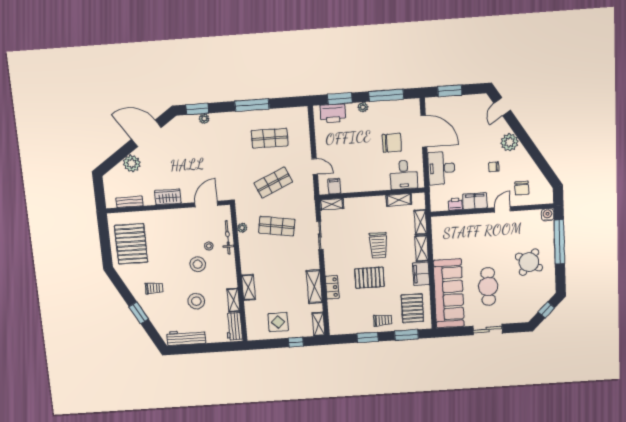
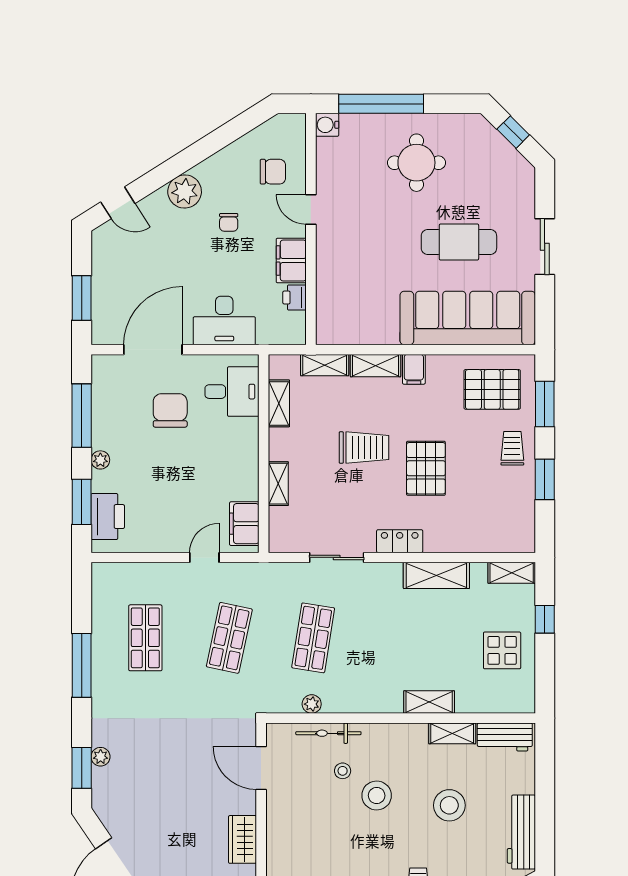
shop shelf: (273, 183) -> (229, 638), turned 36
filing cabinet: (334, 186) -> (244, 524), width x2.00
shelving: (332, 204) -> (278, 484), moved
round table: (529, 262) -> (416, 163), turned -33
filing cabinet: (421, 274) -> (414, 369), width x0.50
locker: (332, 287) -> (400, 541), moved

